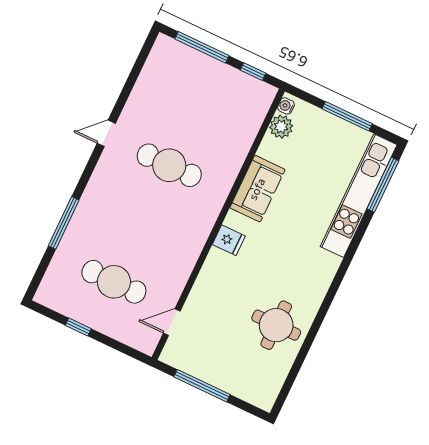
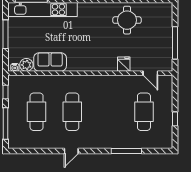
cafe table: (197, 107) -> (37, 112), added
door: (106, 133) -> (71, 151), hinge flipped
sofa: (257, 189) -> (50, 62), moved
fridge: (229, 240) -> (124, 64), moved

